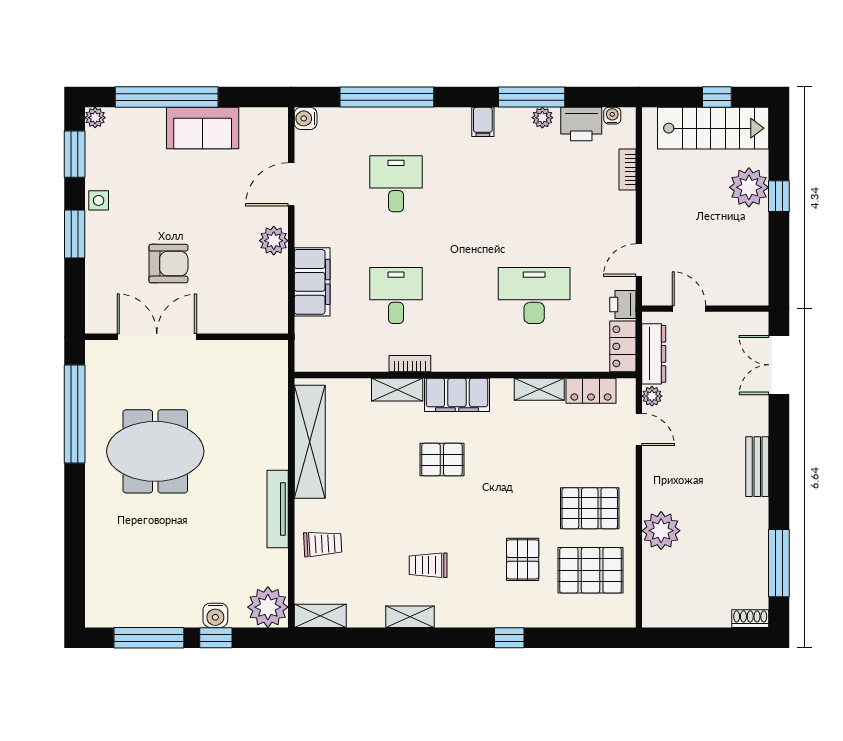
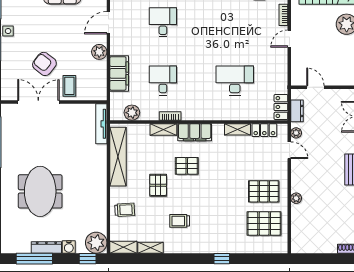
door: (639, 260) -> (289, 39), moved
armchair: (168, 264) -> (44, 64), turned -142
printer: (623, 304) -> (281, 85), removed
coffee table: (216, 306) -> (69, 86), added
dresser: (654, 354) -> (297, 111), width x0.70
plant: (336, 357) -> (132, 113), added
meeting table: (155, 451) -> (40, 191), moved, turned 90
tv unit: (278, 509) -> (101, 124), moved
plant: (661, 531) -> (296, 198), width x0.53, depth x0.53
pallet: (523, 559) -> (158, 185), moved
dresser: (172, 616) -> (46, 247), added
shelving: (410, 617) -> (151, 248), moved
window: (216, 638) -> (88, 259), moved

